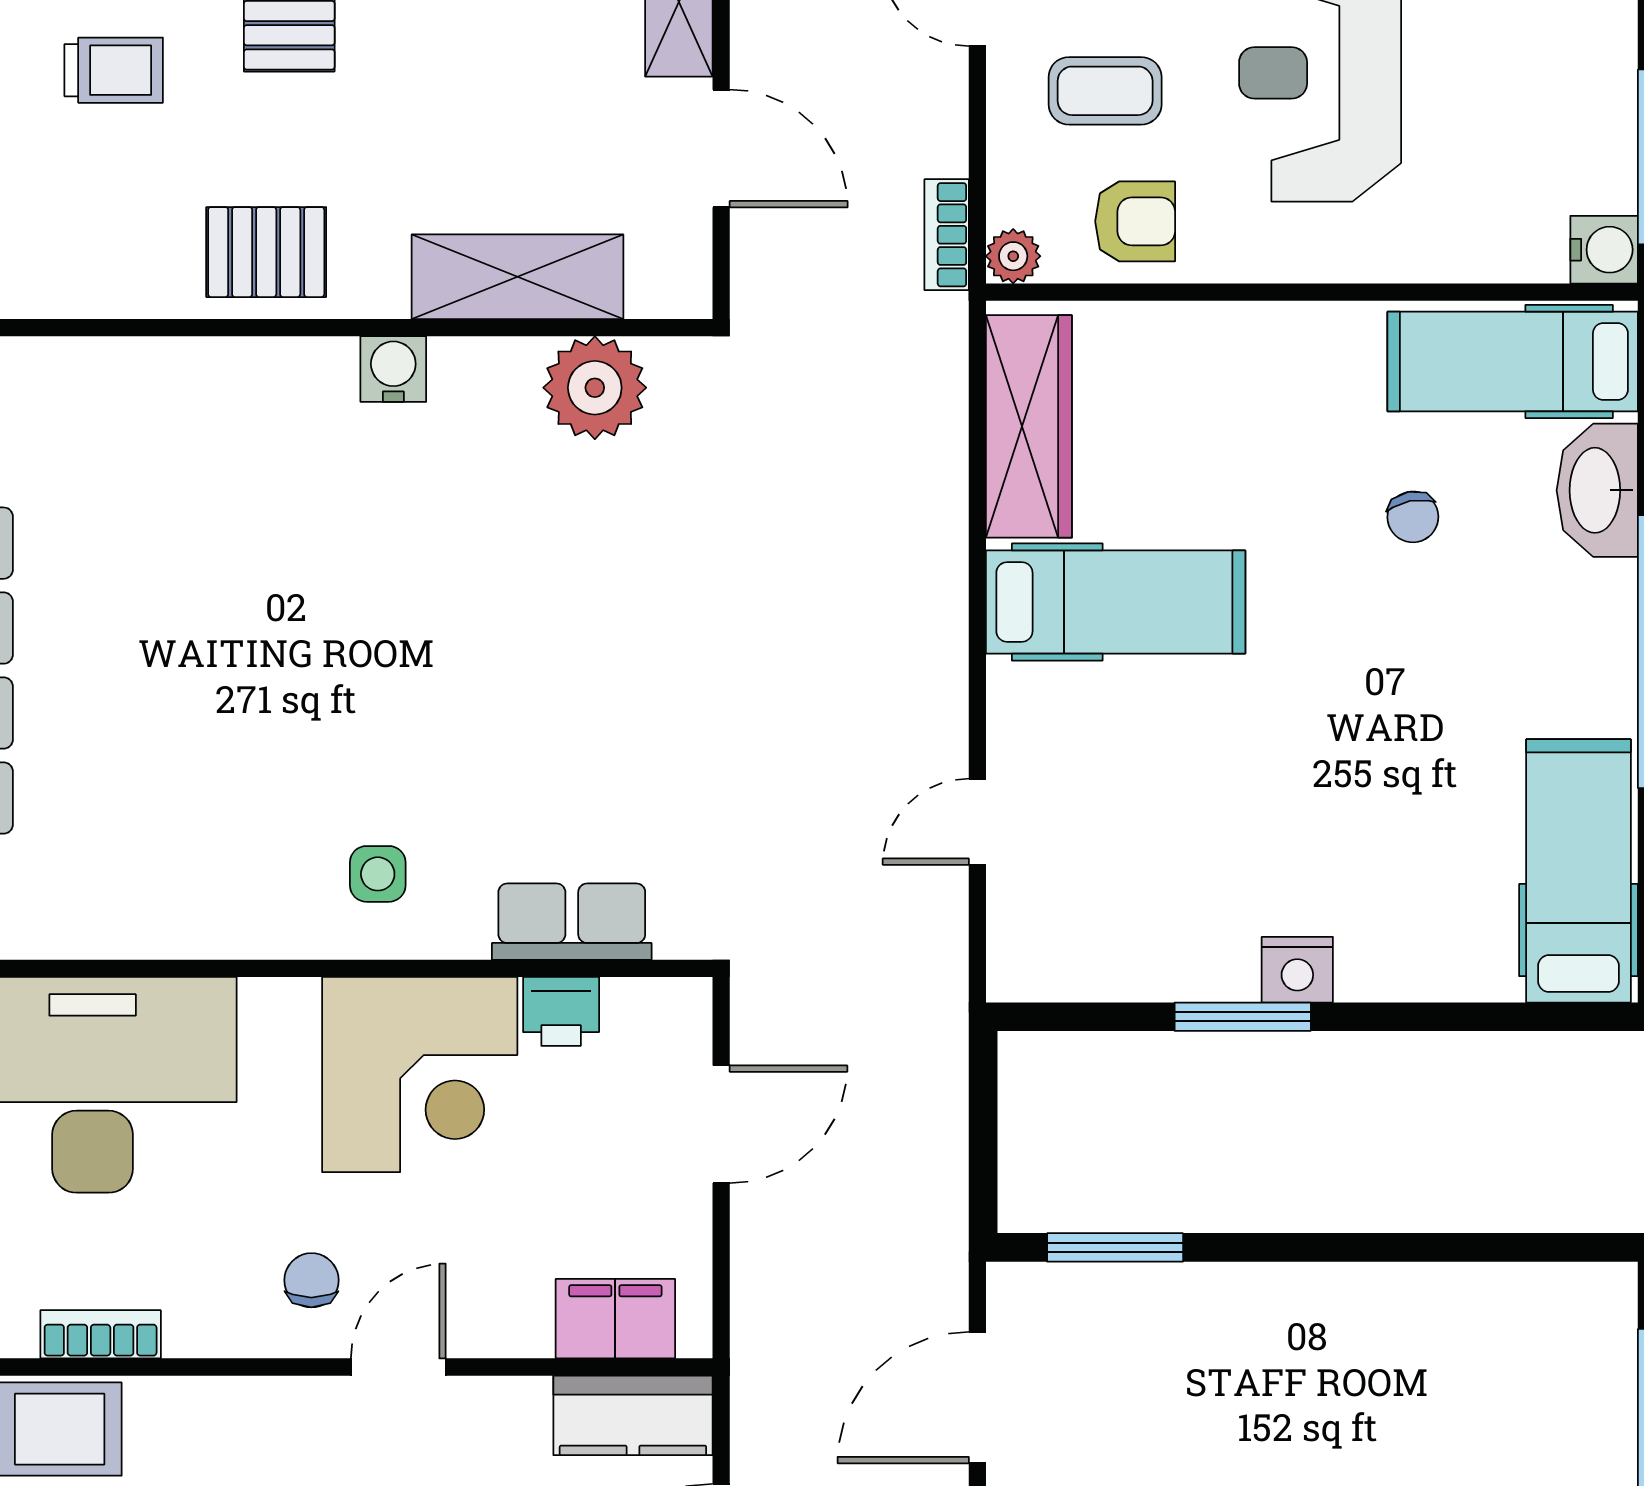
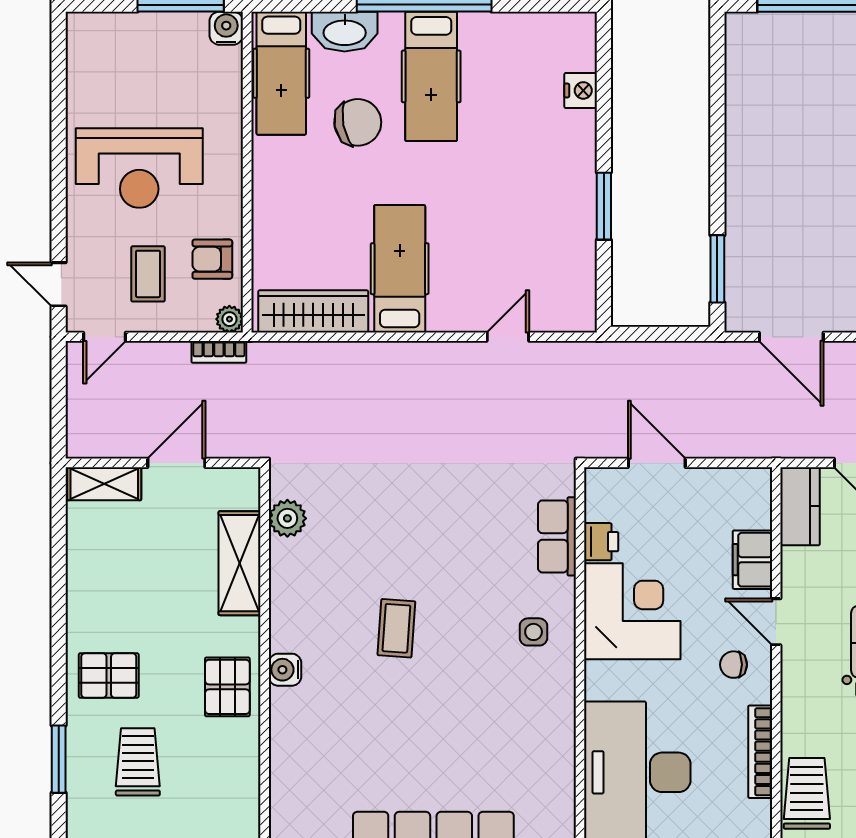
trolley: (114, 70) -> (138, 762), width x1.36, depth x1.39
armchair: (1135, 221) -> (212, 259), turned -90
water cooler: (393, 369) -> (285, 670), moved
plant: (595, 388) -> (287, 518), width x0.73, depth x0.73
chair: (1413, 517) -> (358, 122), width x1.87, depth x1.87
coffee table: (385, 595) -> (396, 628), added
door: (977, 822) -> (508, 337), swing flipped
hospital bed: (1579, 871) -> (431, 76), moved, turned -90
nightstand: (1297, 970) -> (581, 90), moved
filing cabinet: (615, 1319) -> (752, 560), moved
bookcase: (101, 1334) -> (760, 752), width x1.56

